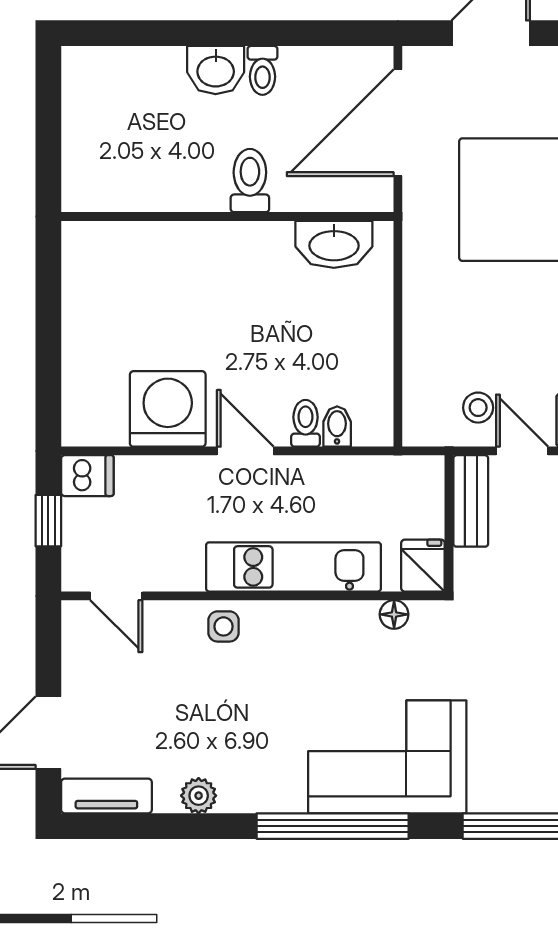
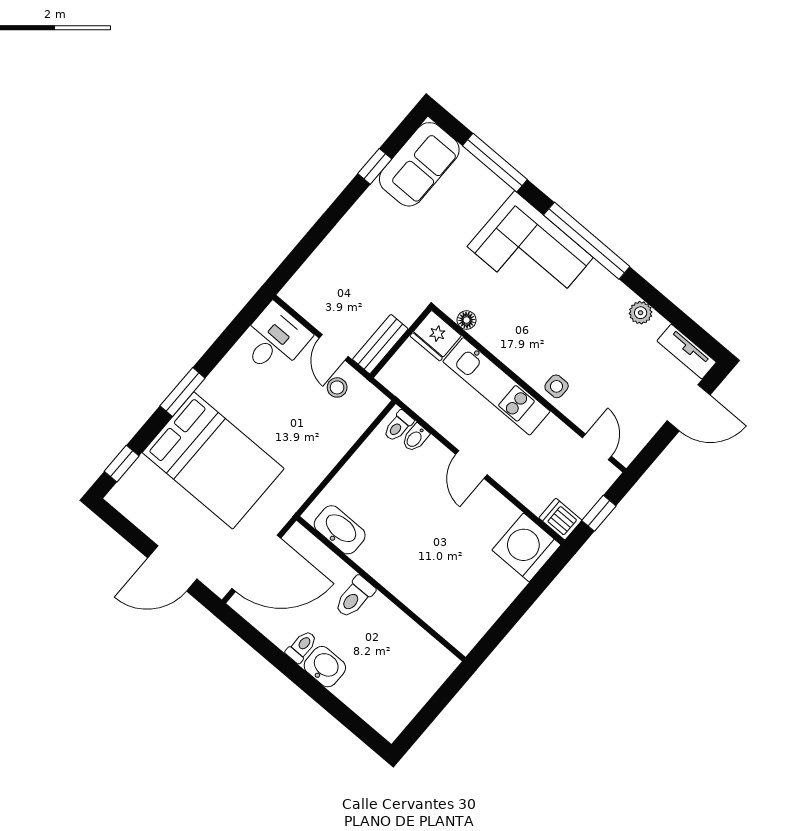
washing machine: (168, 409) -> (526, 547), moved, turned 90
toilet: (306, 423) -> (398, 426), moved
fridge: (423, 566) -> (436, 336), width x1.38

